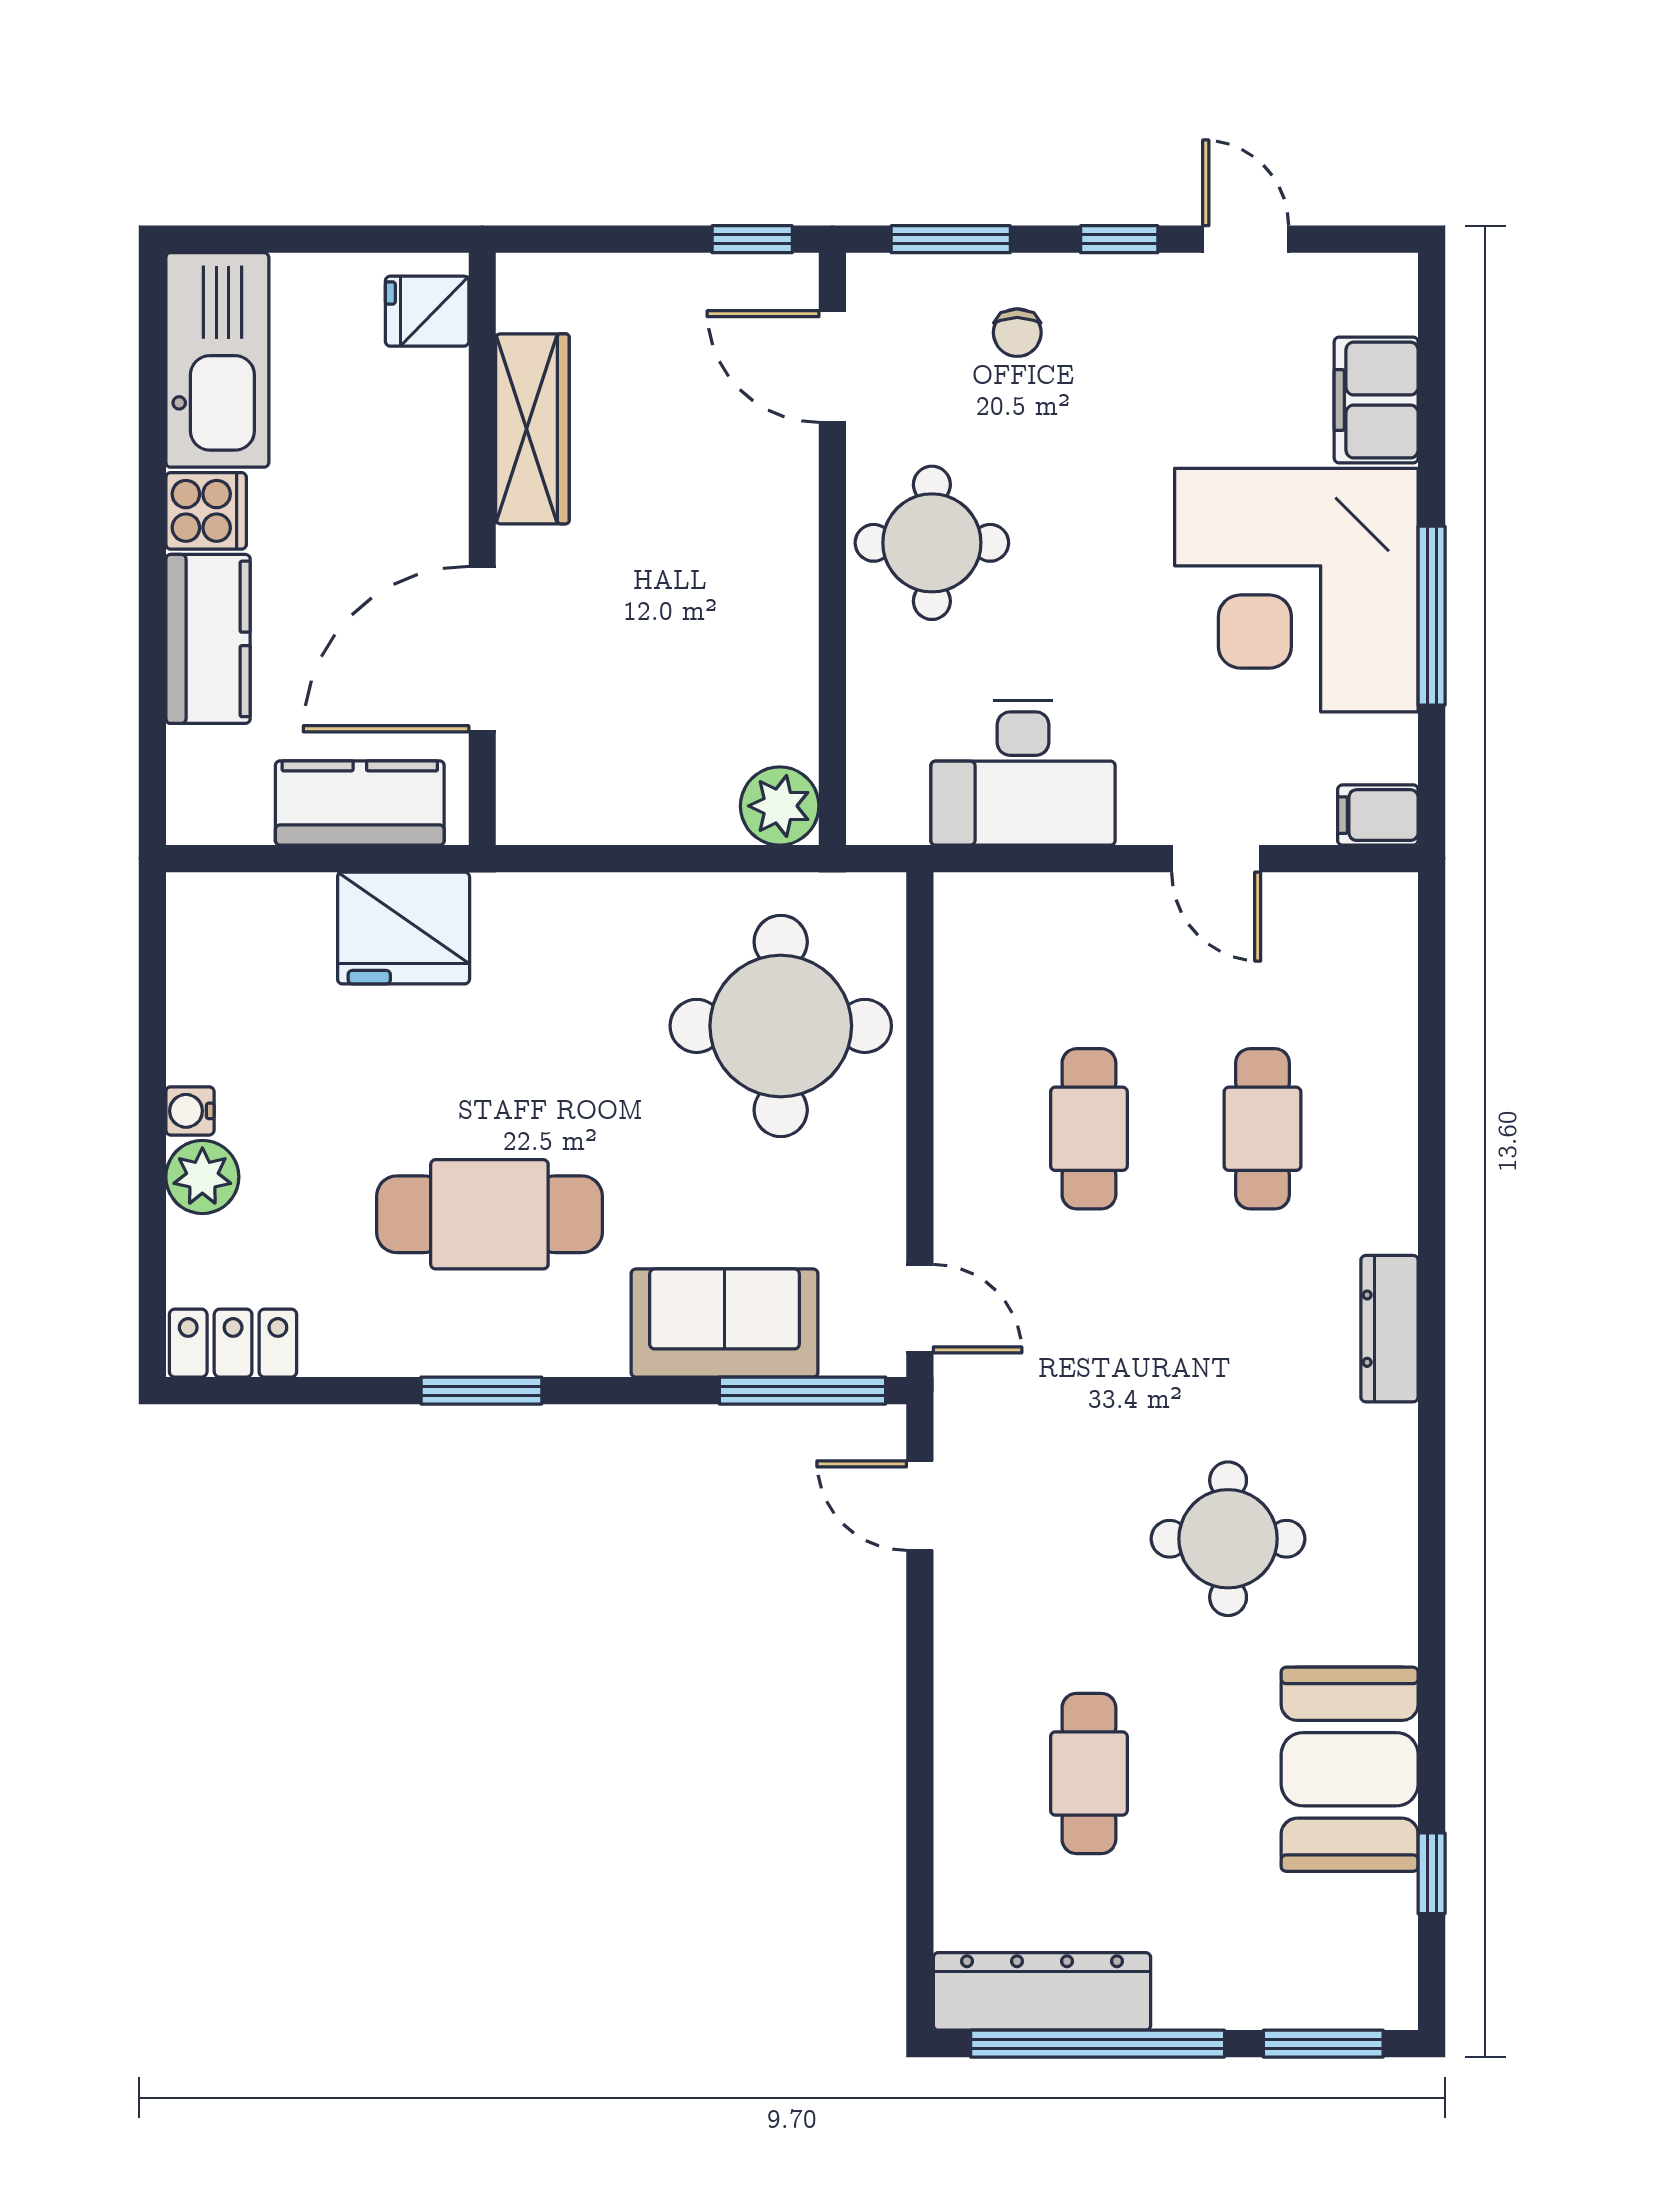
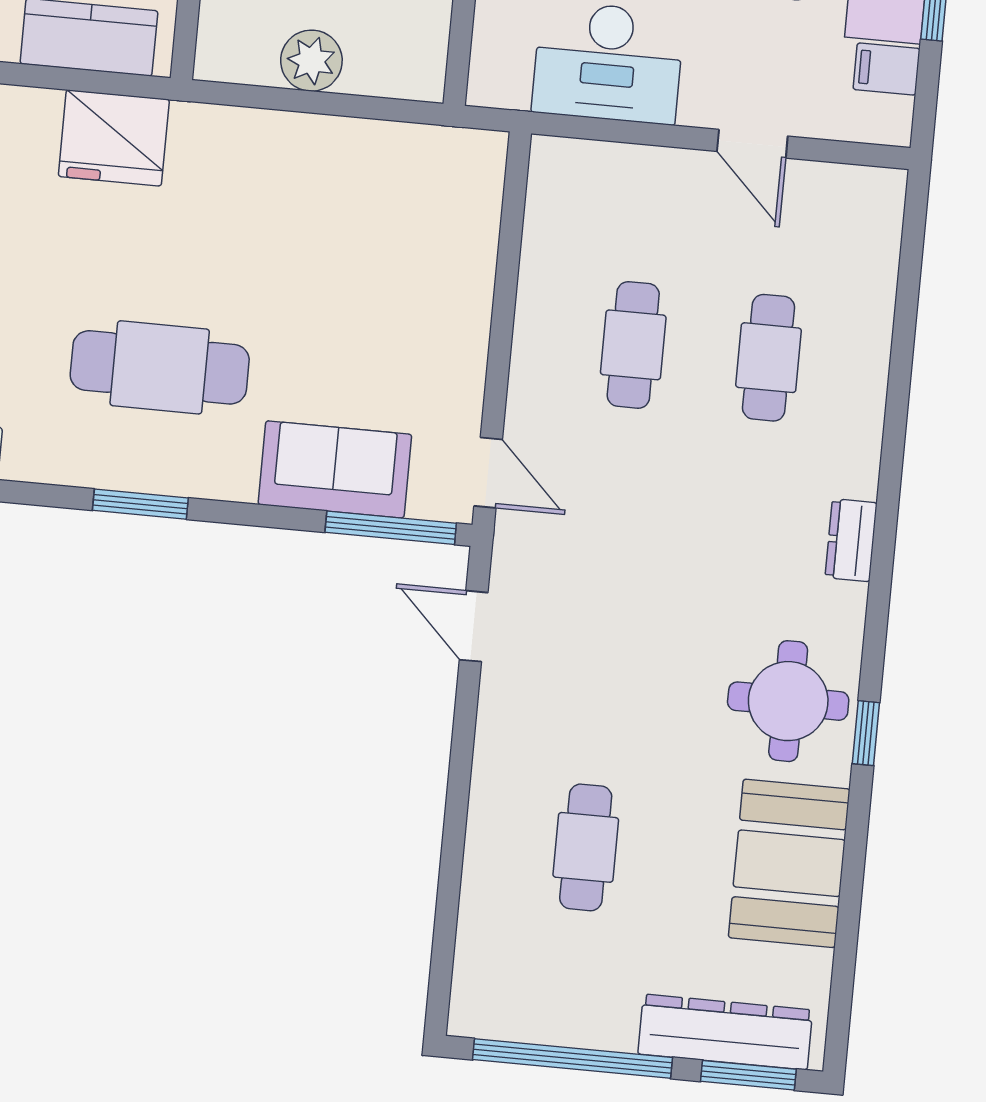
plant: (780, 806) -> (311, 61), moved
filing cabinet: (1378, 815) -> (887, 69), moved
round table: (781, 1026) -> (401, 242), removed
dresser: (1389, 1329) -> (851, 540), width x0.70
round table: (1228, 1539) -> (788, 701), moved
window: (1432, 1873) -> (866, 733), moved
dresser: (1042, 1991) -> (725, 1032), moved

